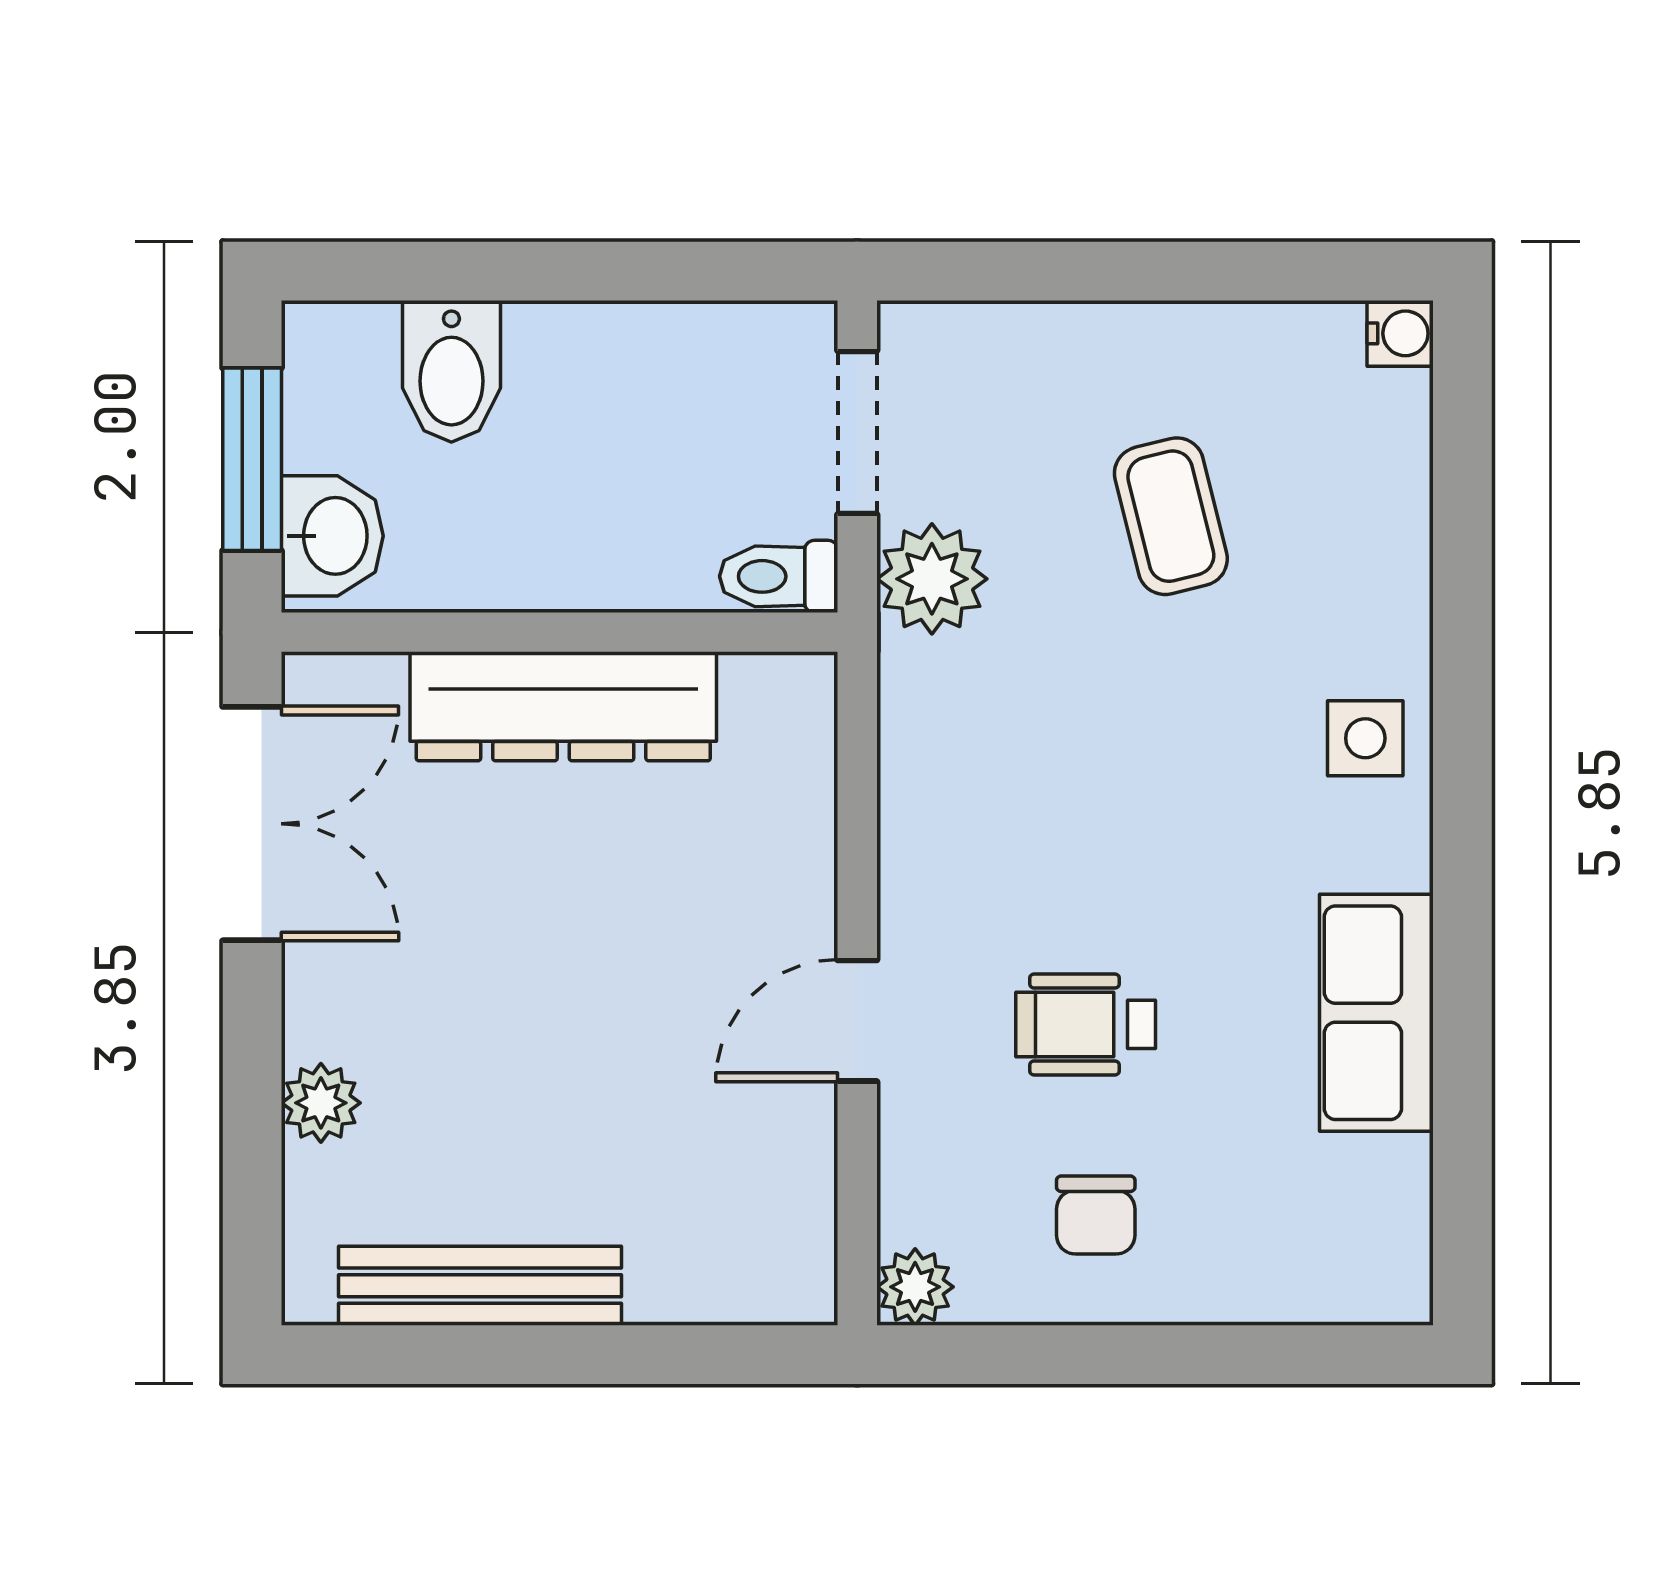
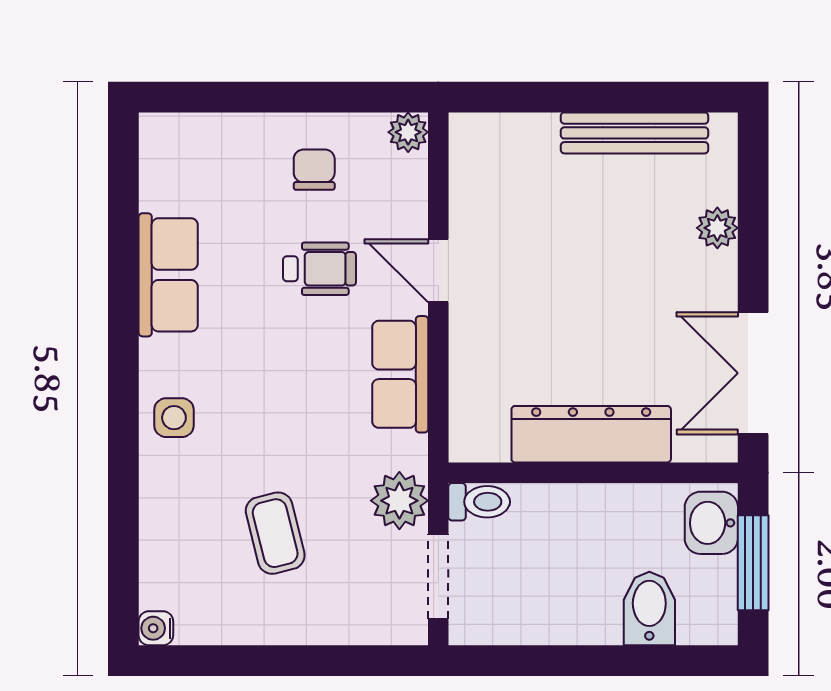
row of seats: (930, 822) -> (400, 374), added
door: (857, 1021) -> (438, 271), swing flipped

